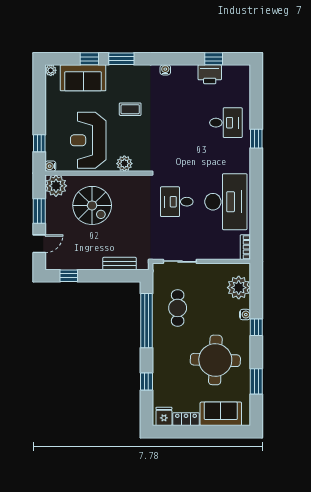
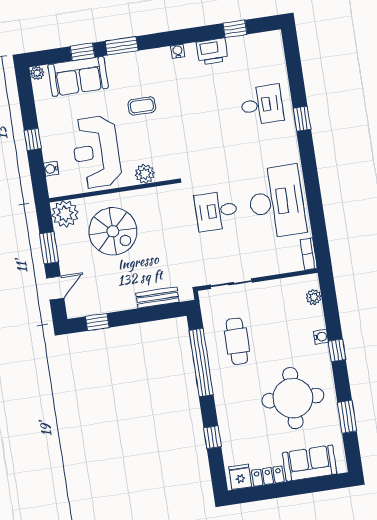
printer: (210, 74) -> (212, 52), moved
window: (39, 143) -> (33, 139), moved
water cooler: (50, 166) -> (51, 169), moved
plant: (239, 288) -> (314, 297), width x0.53, depth x0.53

